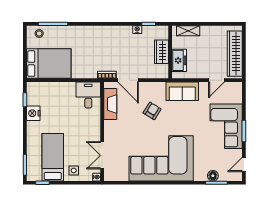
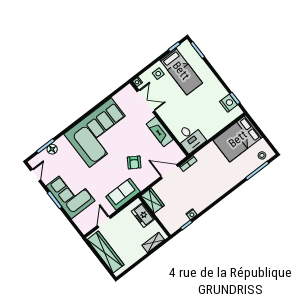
wardrobe: (161, 52) -> (152, 201), moved
fireplace: (110, 104) -> (160, 132), moved
nightstand: (33, 113) -> (229, 103), moved

